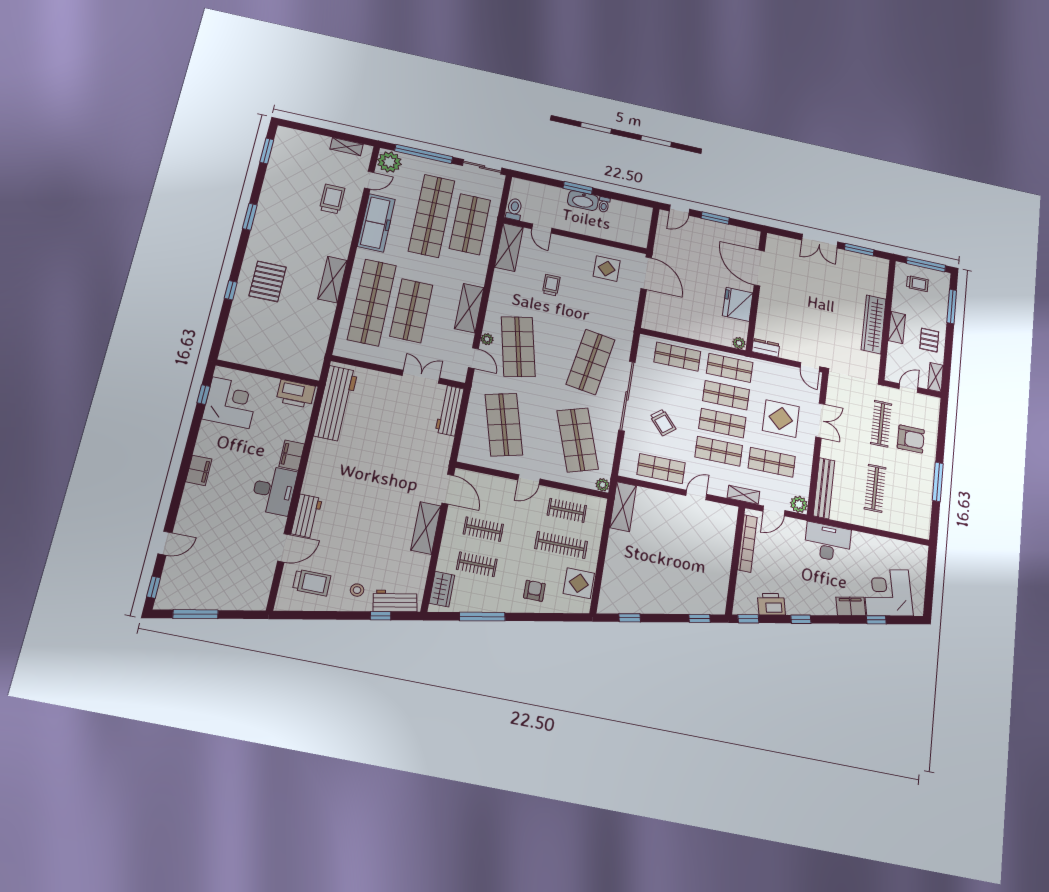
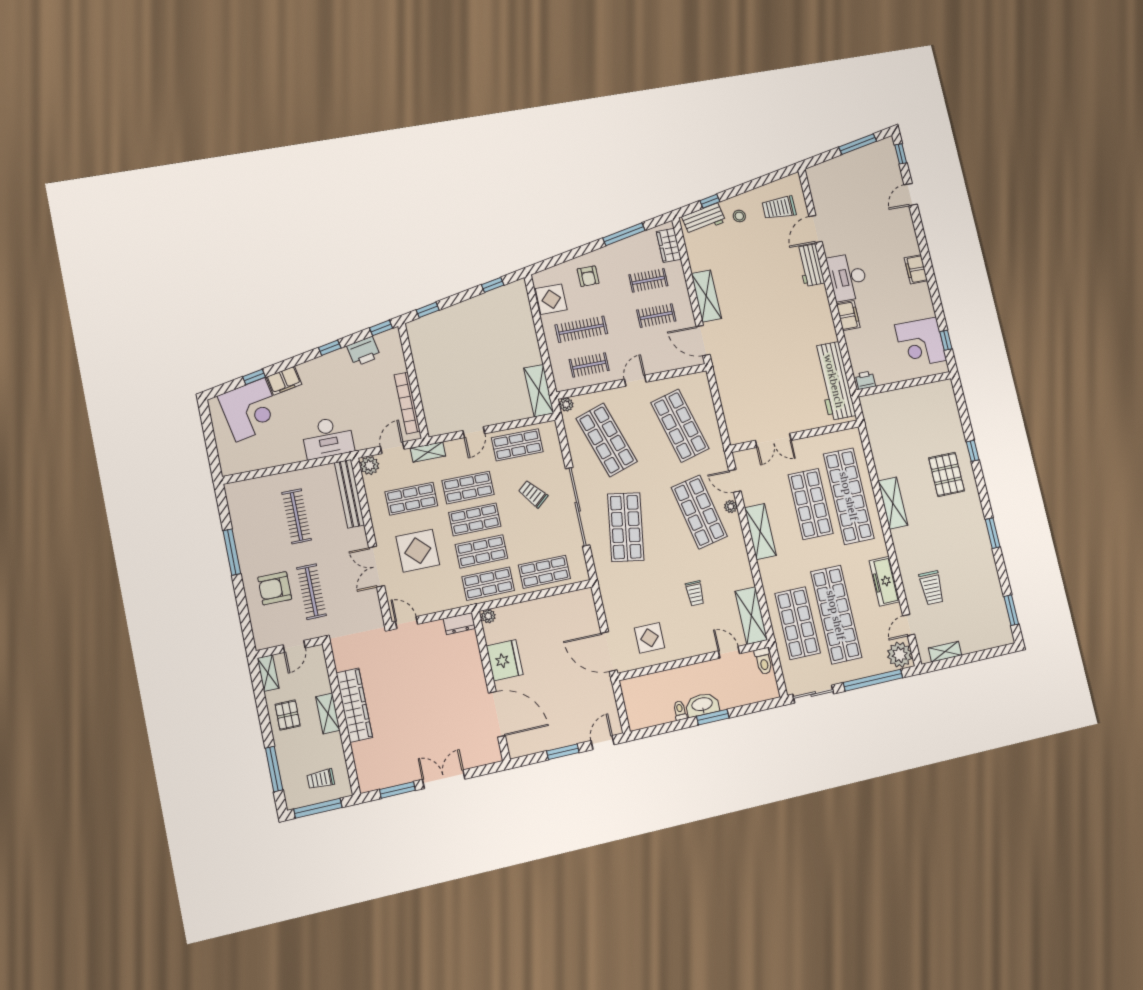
freezer: (376, 223) -> (884, 581), width x0.73, depth x0.79
printer: (296, 394) -> (865, 380), width x0.53, depth x0.68
workbench: (450, 410) -> (734, 418), removed

